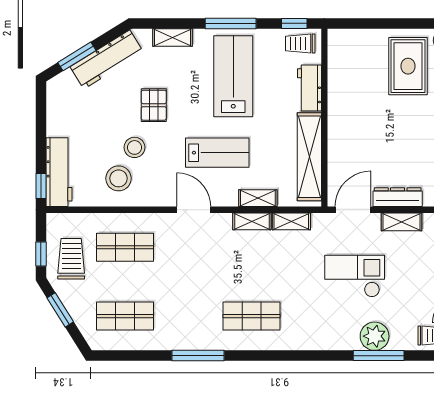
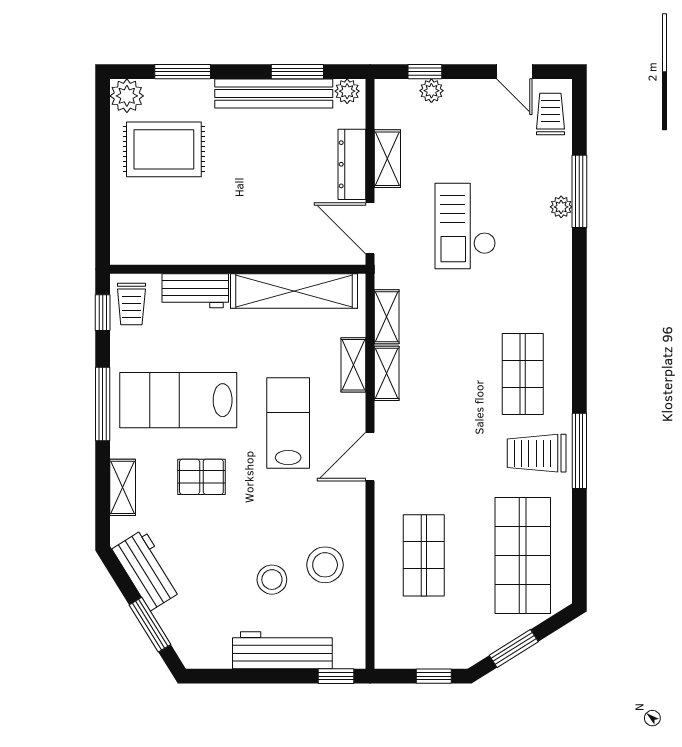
workbench: (107, 59) -> (147, 570), width x0.73
pallet: (154, 105) -> (201, 477), moved
stool: (135, 147) -> (272, 580), moved
workbench: (59, 172) -> (282, 650), moved
trolley: (71, 259) -> (537, 453), moved
shop shelf: (125, 316) -> (523, 555), width x1.43, depth x1.36
plant: (375, 336) -> (561, 207), width x0.53, depth x0.53

